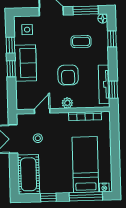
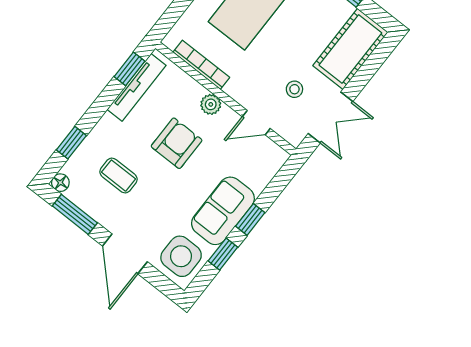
side table: (27, 30) -> (181, 256), width x1.87, depth x1.87

